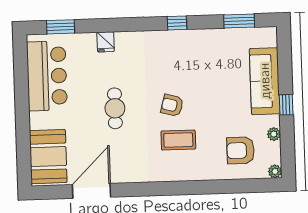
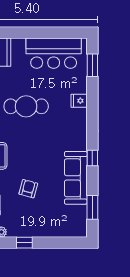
sofa: (265, 81) -> (76, 178), moved, turned -90
armchair: (172, 105) -> (28, 189), moved
cafe table: (115, 108) -> (26, 106), width x1.37, depth x1.35

